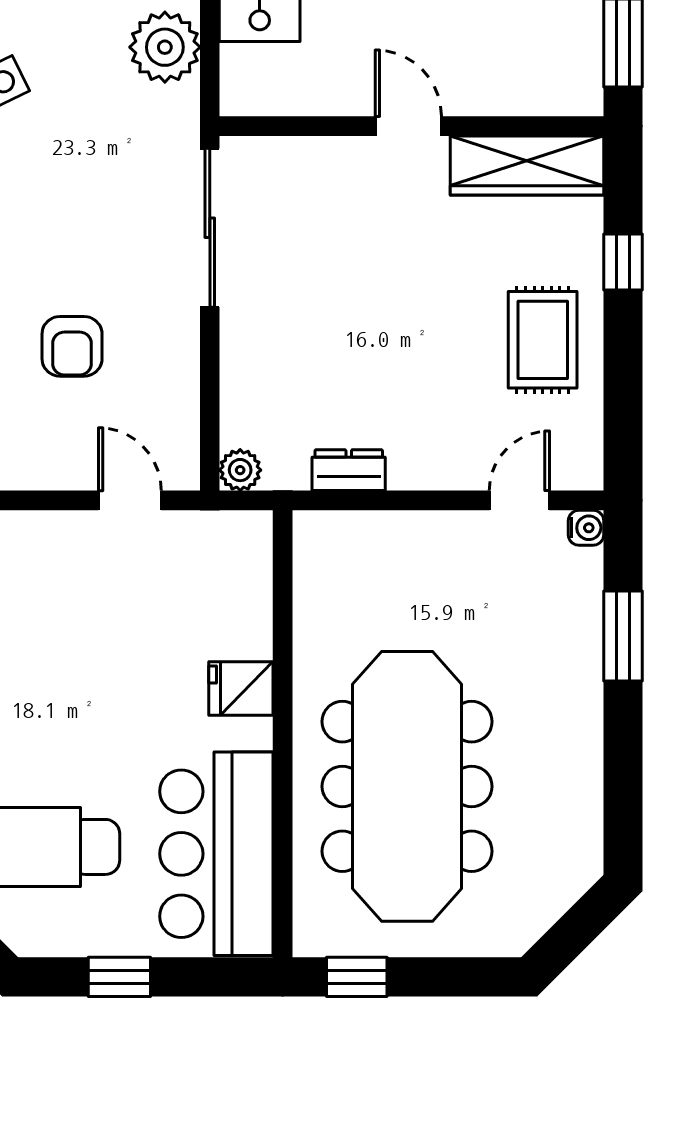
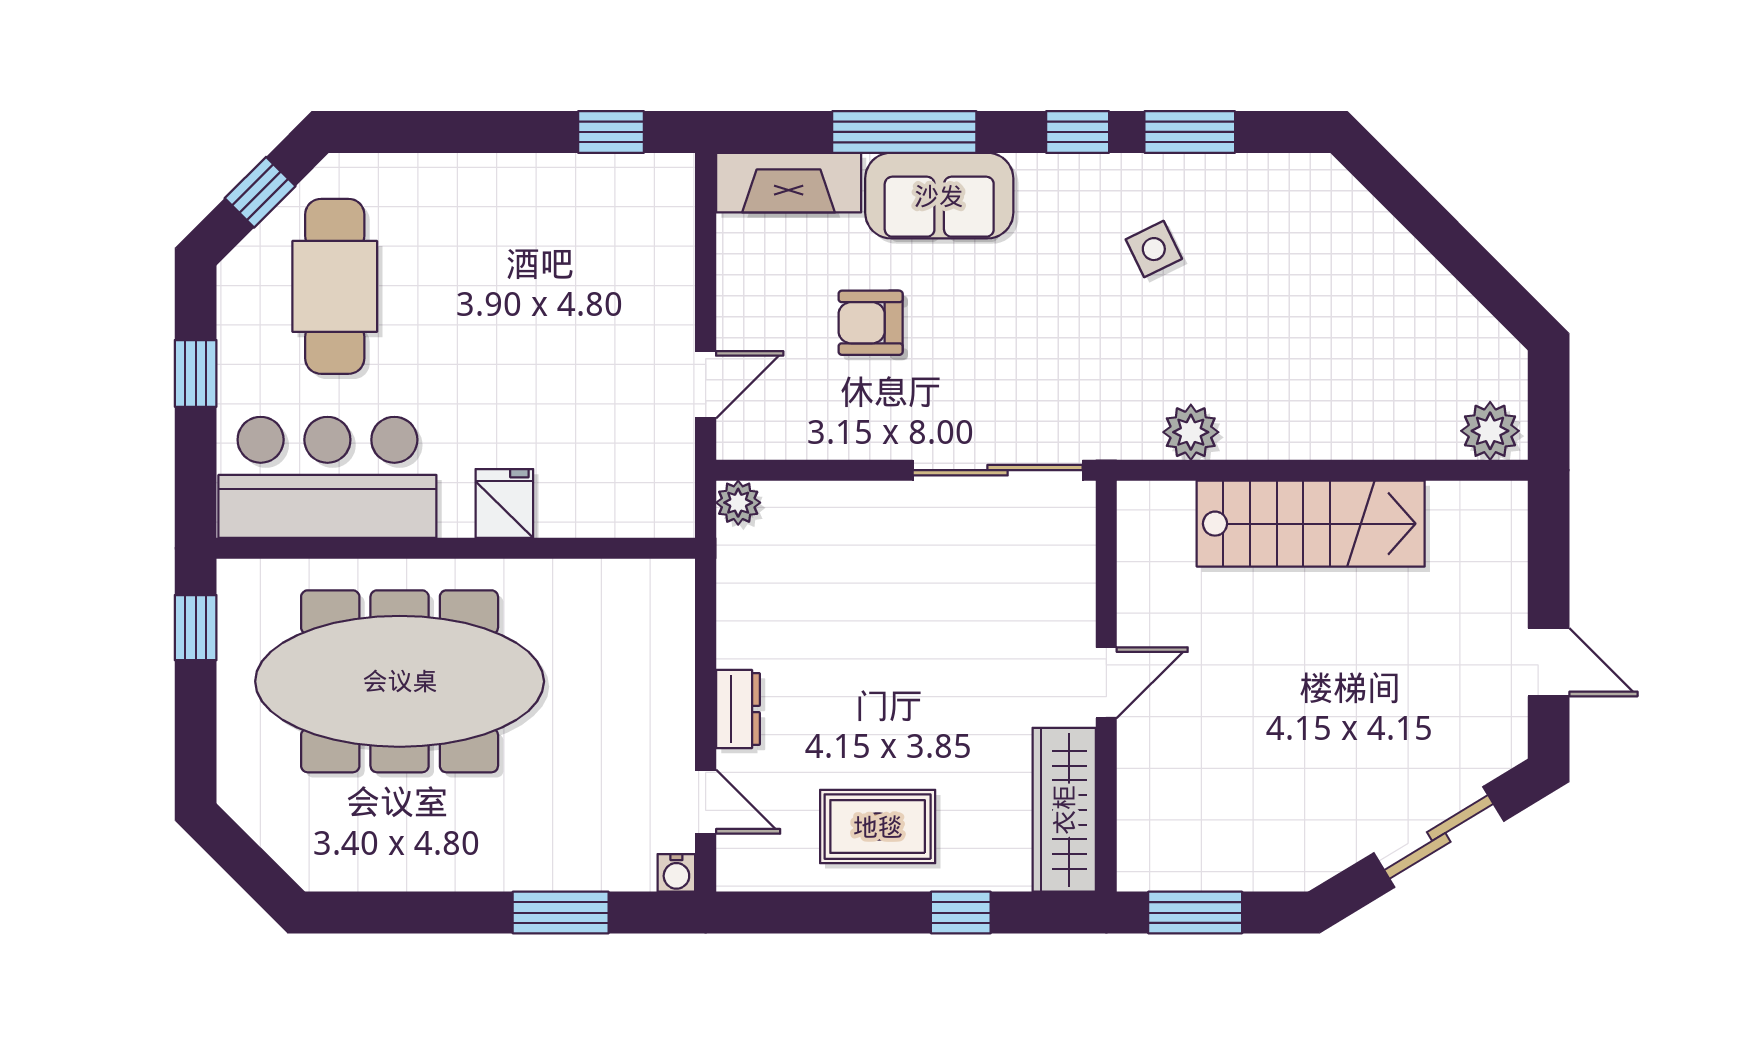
plant: (165, 47) -> (1191, 432), width x0.73, depth x0.73
dresser: (349, 470) -> (738, 709), moved

